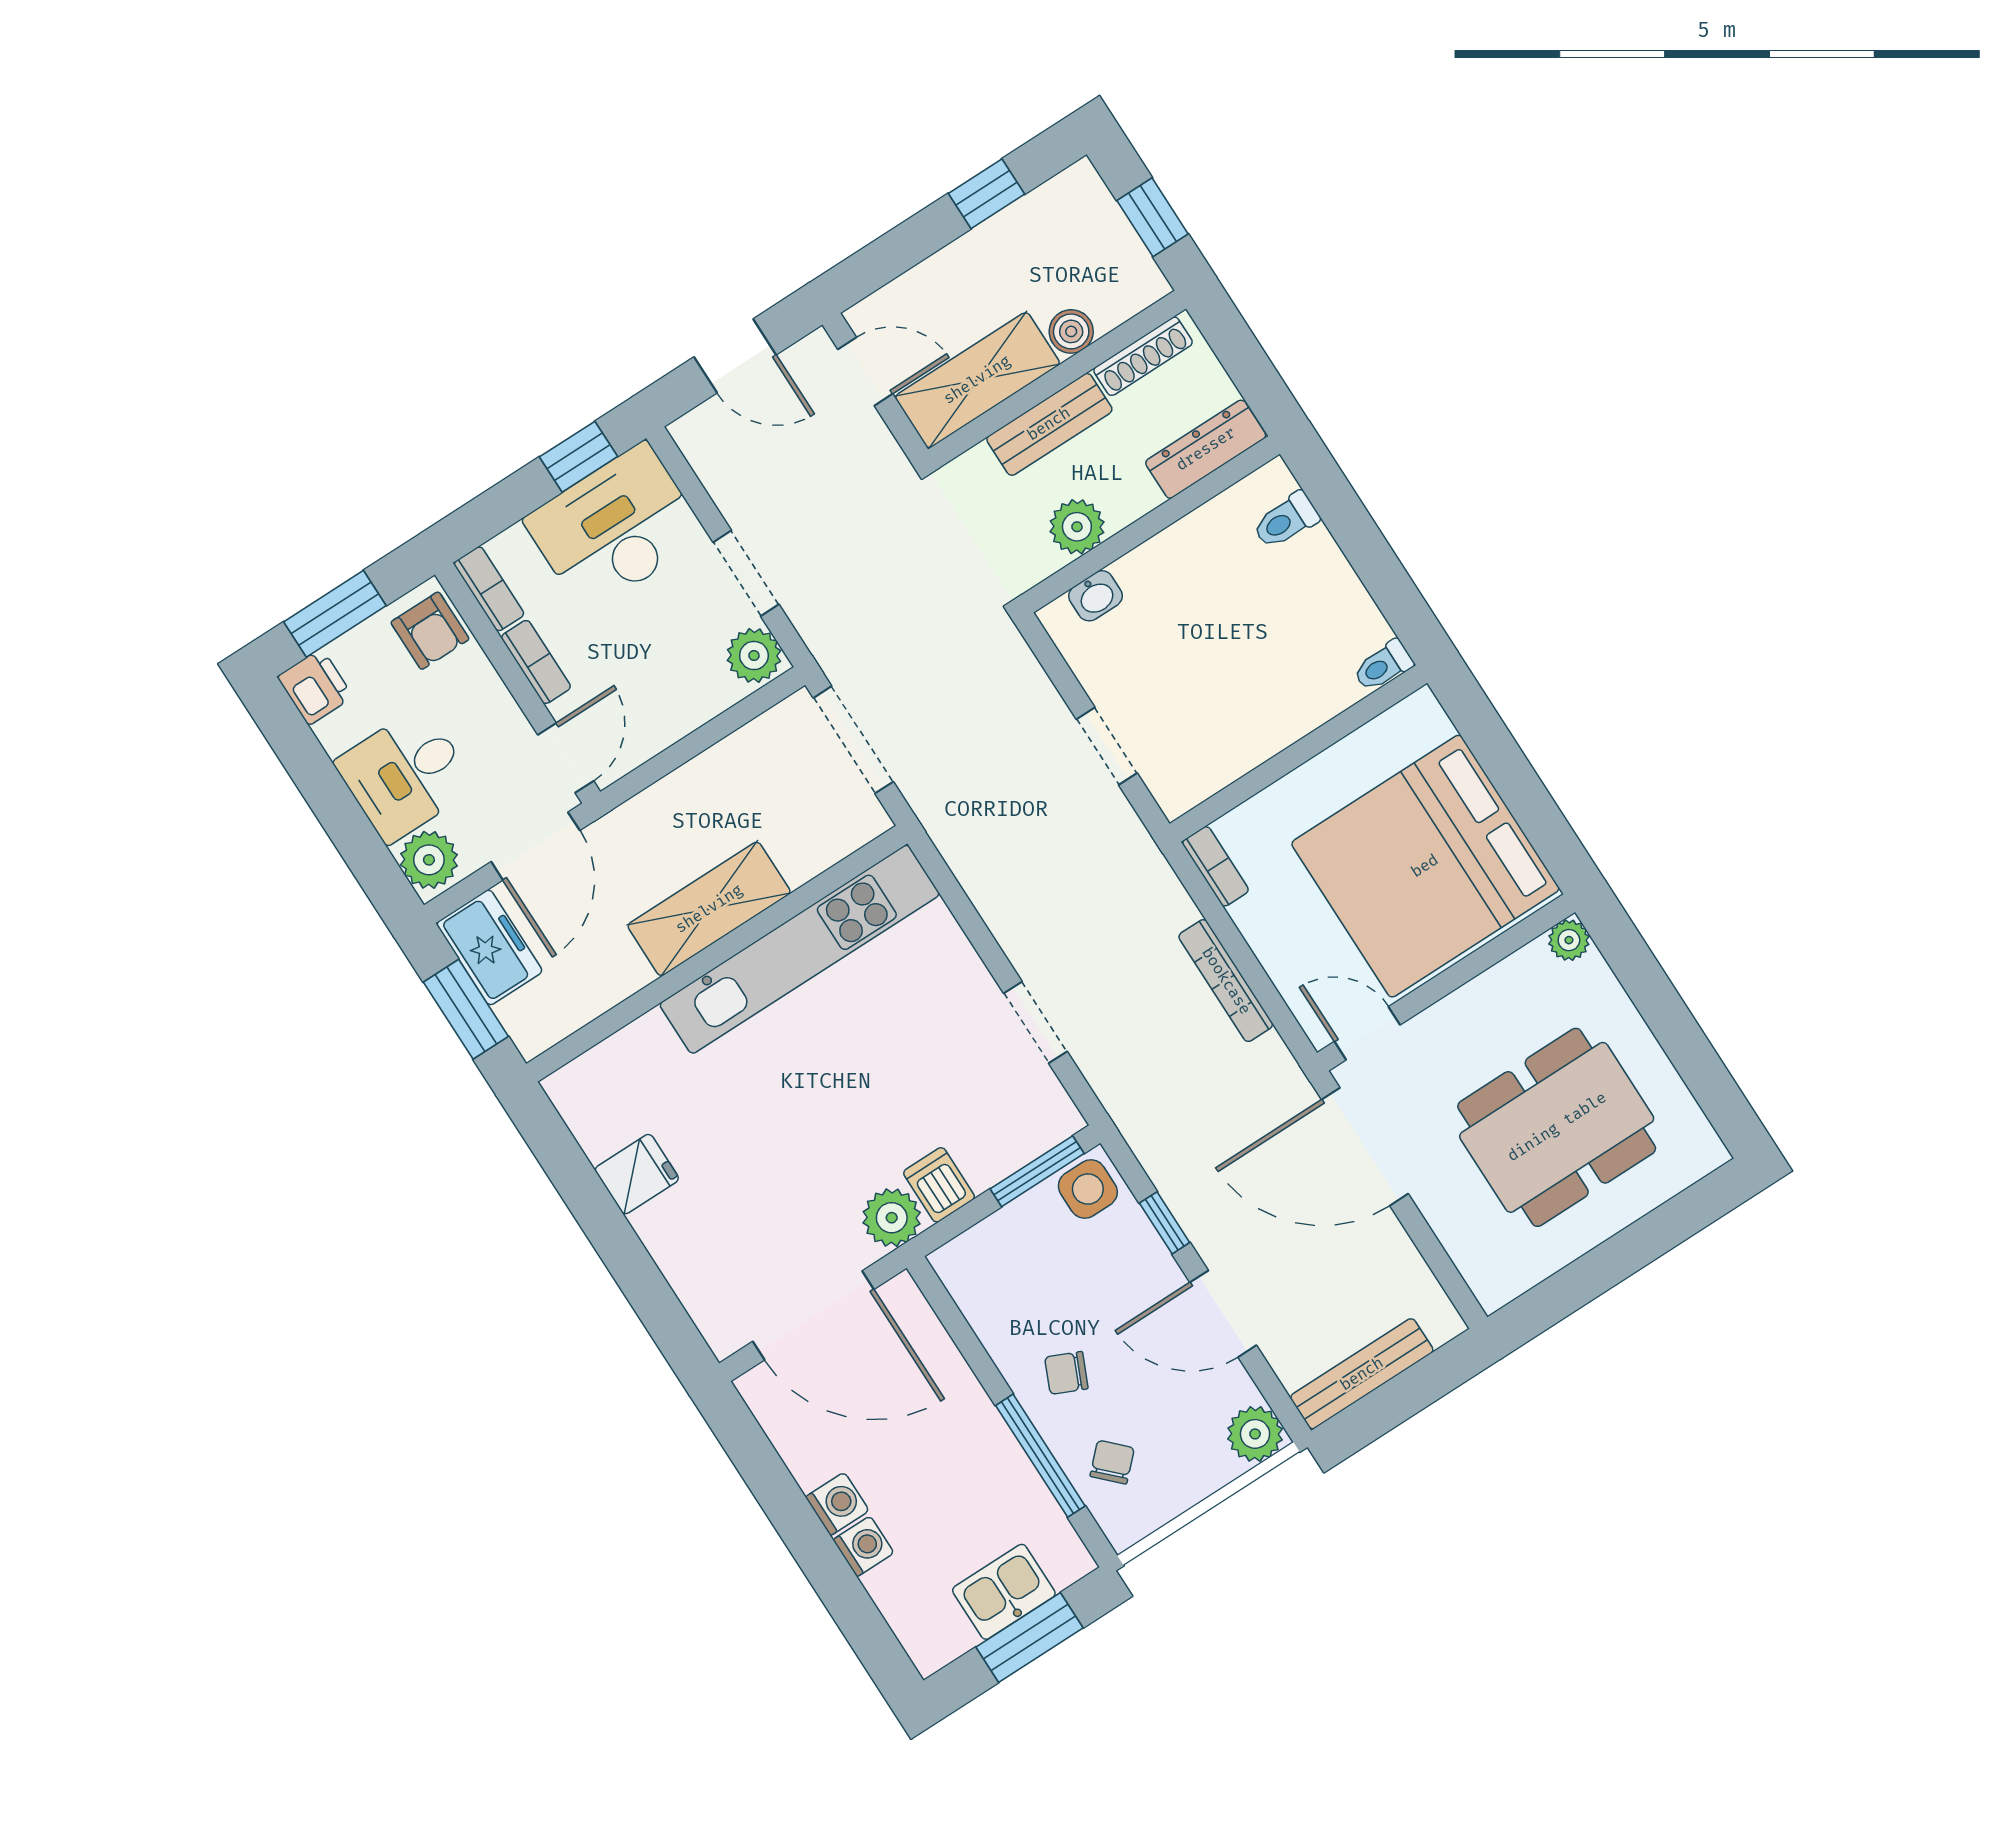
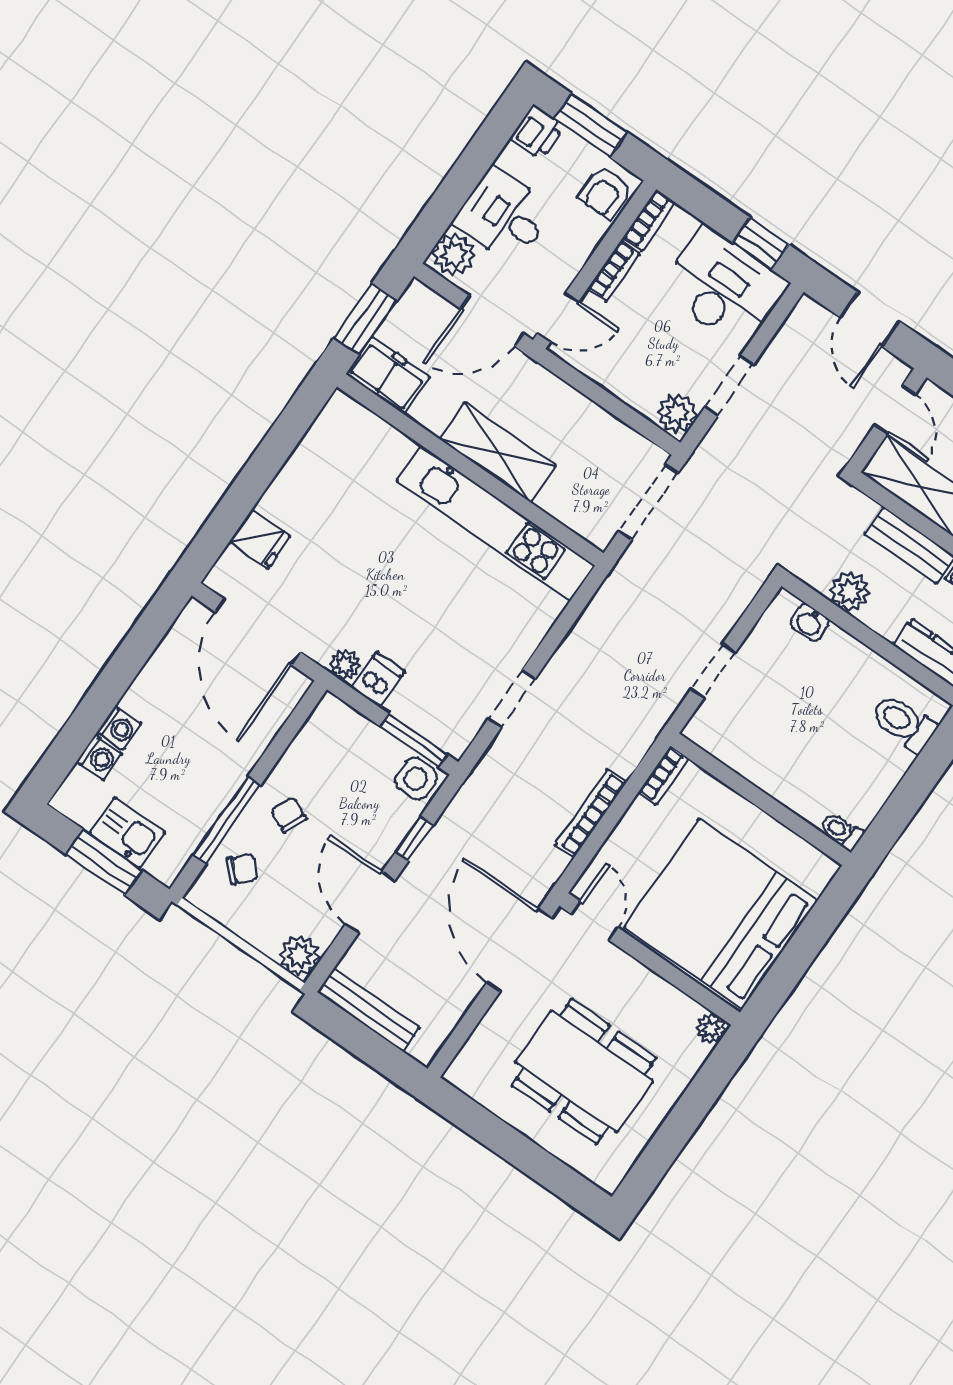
toilet: (1286, 521) -> (904, 723), width x1.37, depth x1.39
freezer: (489, 947) -> (388, 375), moved, turned -90
fridge: (637, 1174) -> (260, 539), moved
plant: (892, 1218) -> (345, 665), width x0.73, depth x0.73
washing machine: (837, 1504) -> (99, 758), moved

